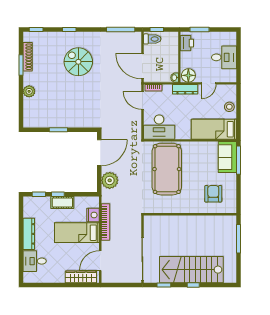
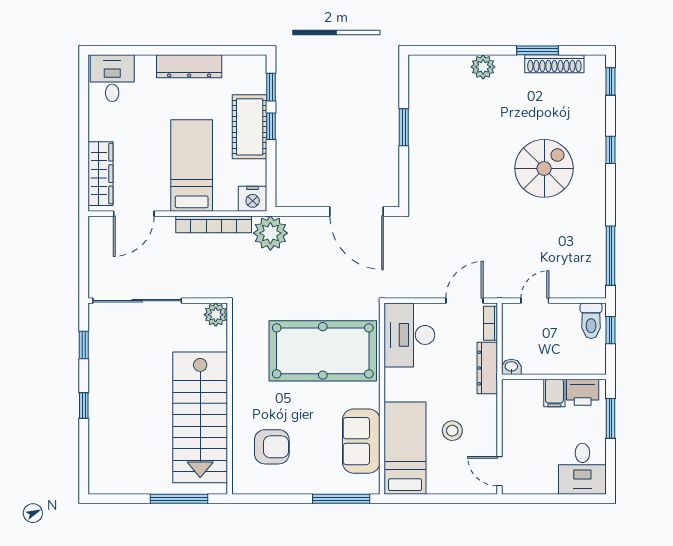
filing cabinet: (187, 57) -> (554, 393), added
desk: (224, 57) -> (582, 469), moved
door: (142, 66) -> (535, 301), width x0.53
floor lamp: (188, 75) -> (516, 395), removed
door: (209, 83) -> (500, 471), moved
dresser: (185, 89) -> (487, 368), moved
stool: (229, 107) -> (452, 431), moved
sofa: (227, 157) -> (361, 441), moved, turned -90
plant: (110, 180) -> (270, 233), moved
cot: (62, 202) -> (250, 127), width x1.37, depth x1.34
nightstand: (93, 215) -> (253, 199), moved
plant: (149, 221) -> (216, 315), added
desk: (35, 261) -> (112, 78), moved
door: (100, 261) -> (134, 214), swing flipped
stairs: (191, 270) -> (200, 417), moved, turned 180

